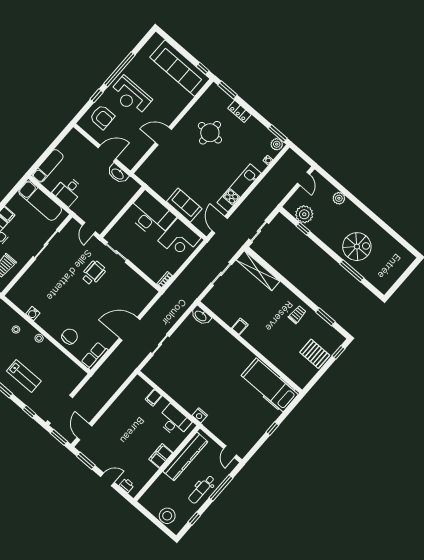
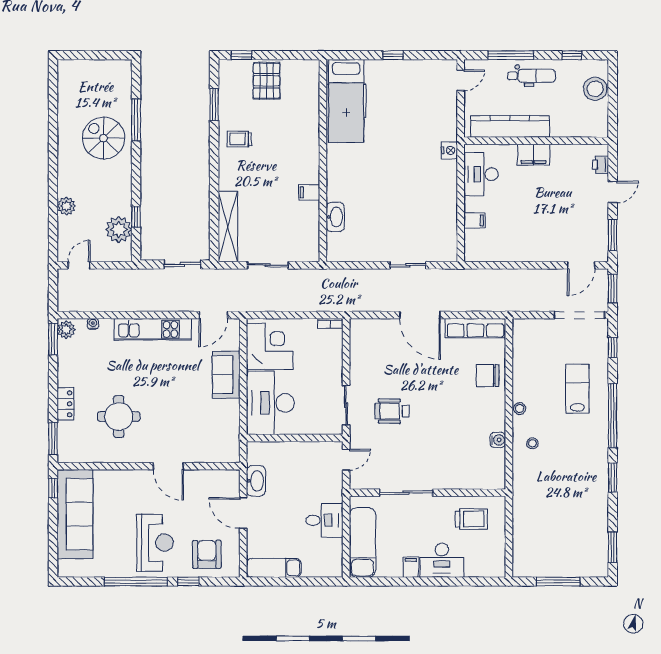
exam couch: (48, 166) -> (274, 568), moved
washbasin: (201, 316) -> (335, 217), moved
row of seats: (95, 356) -> (475, 328), width x1.48
door: (107, 479) -> (613, 192), swing flipped

